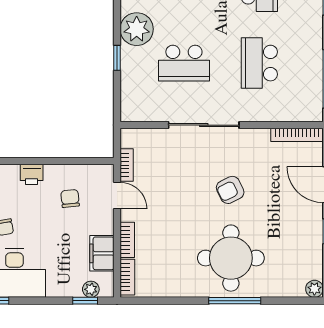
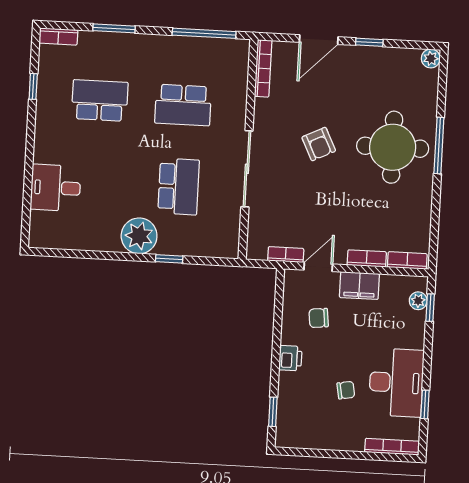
filing cabinet: (102, 253) -> (359, 286), moved

